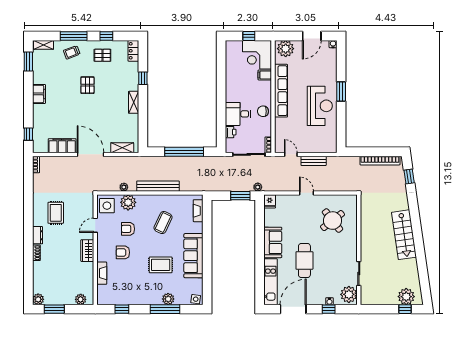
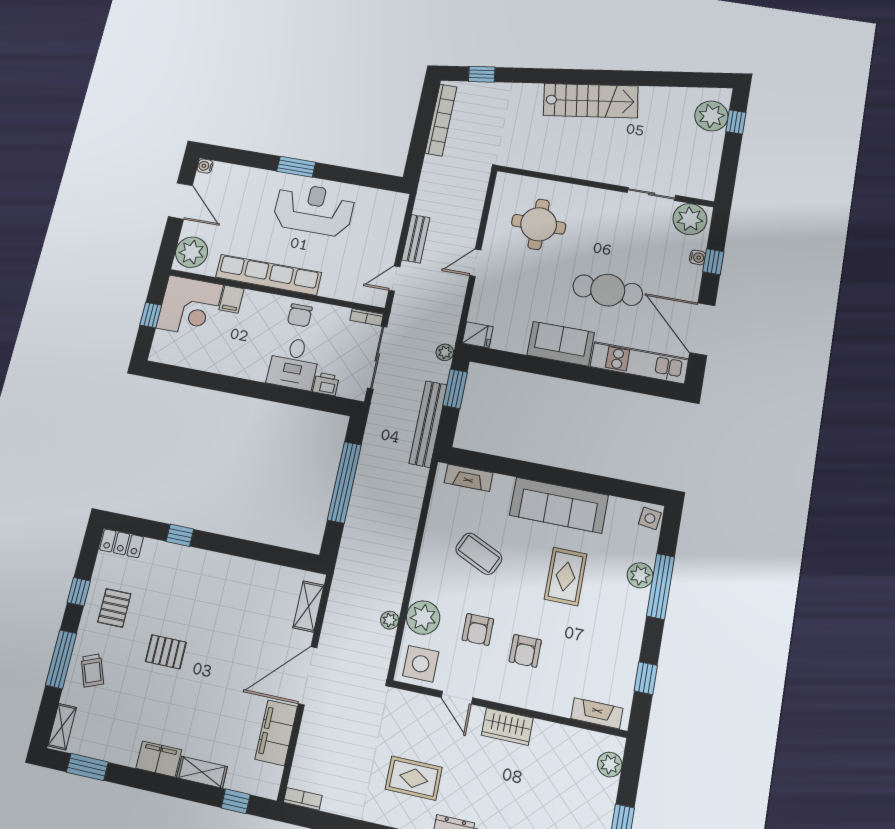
shelving: (134, 102) -> (202, 772), moved
bench: (158, 186) -> (428, 424), moved
round table: (332, 221) -> (539, 224), turned 38
fireplace: (102, 273) -> (597, 713), moved

